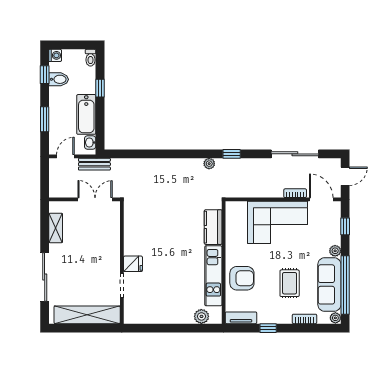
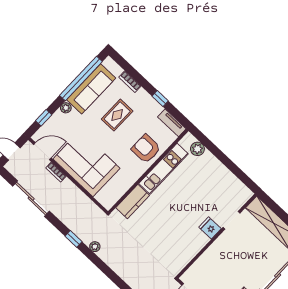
door: (321, 199) -> (42, 151), swing flipped
plant: (335, 318) -> (108, 63), removed

